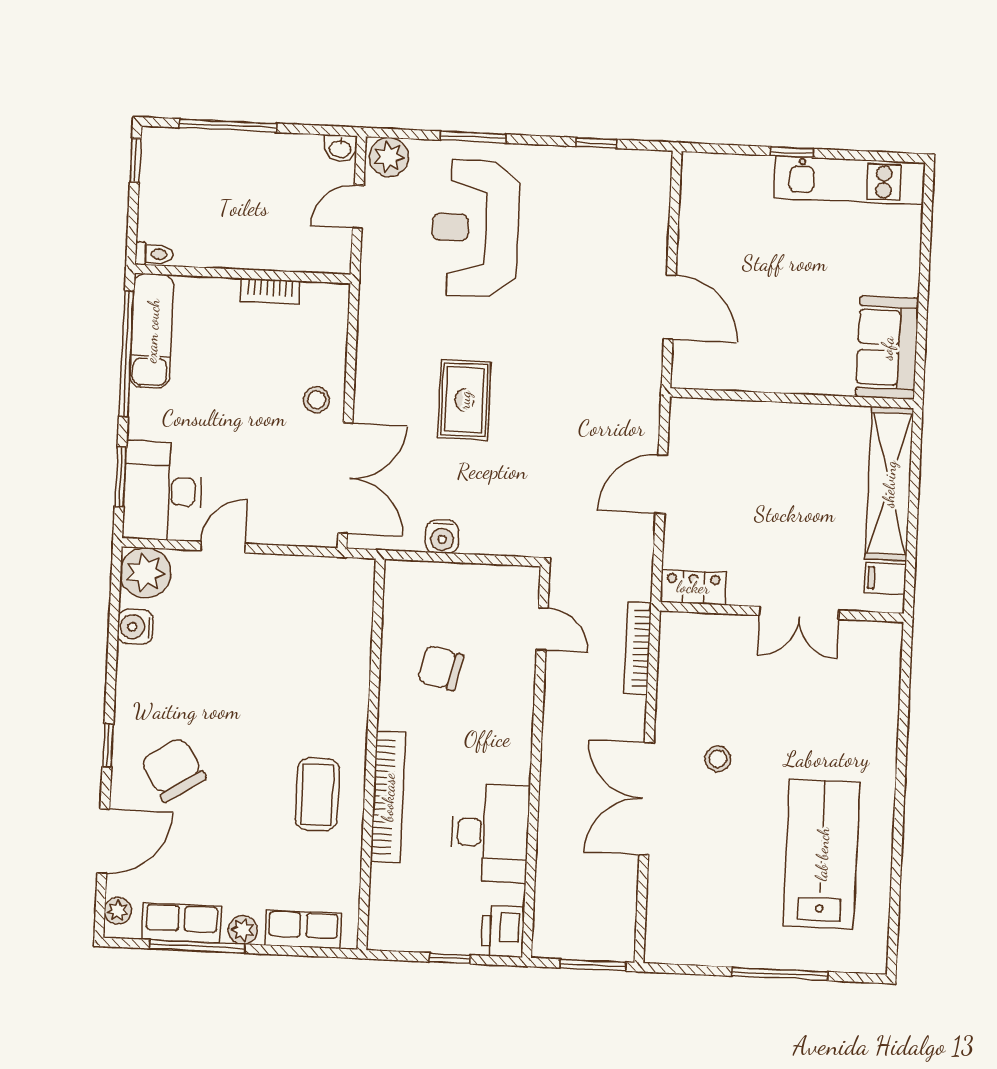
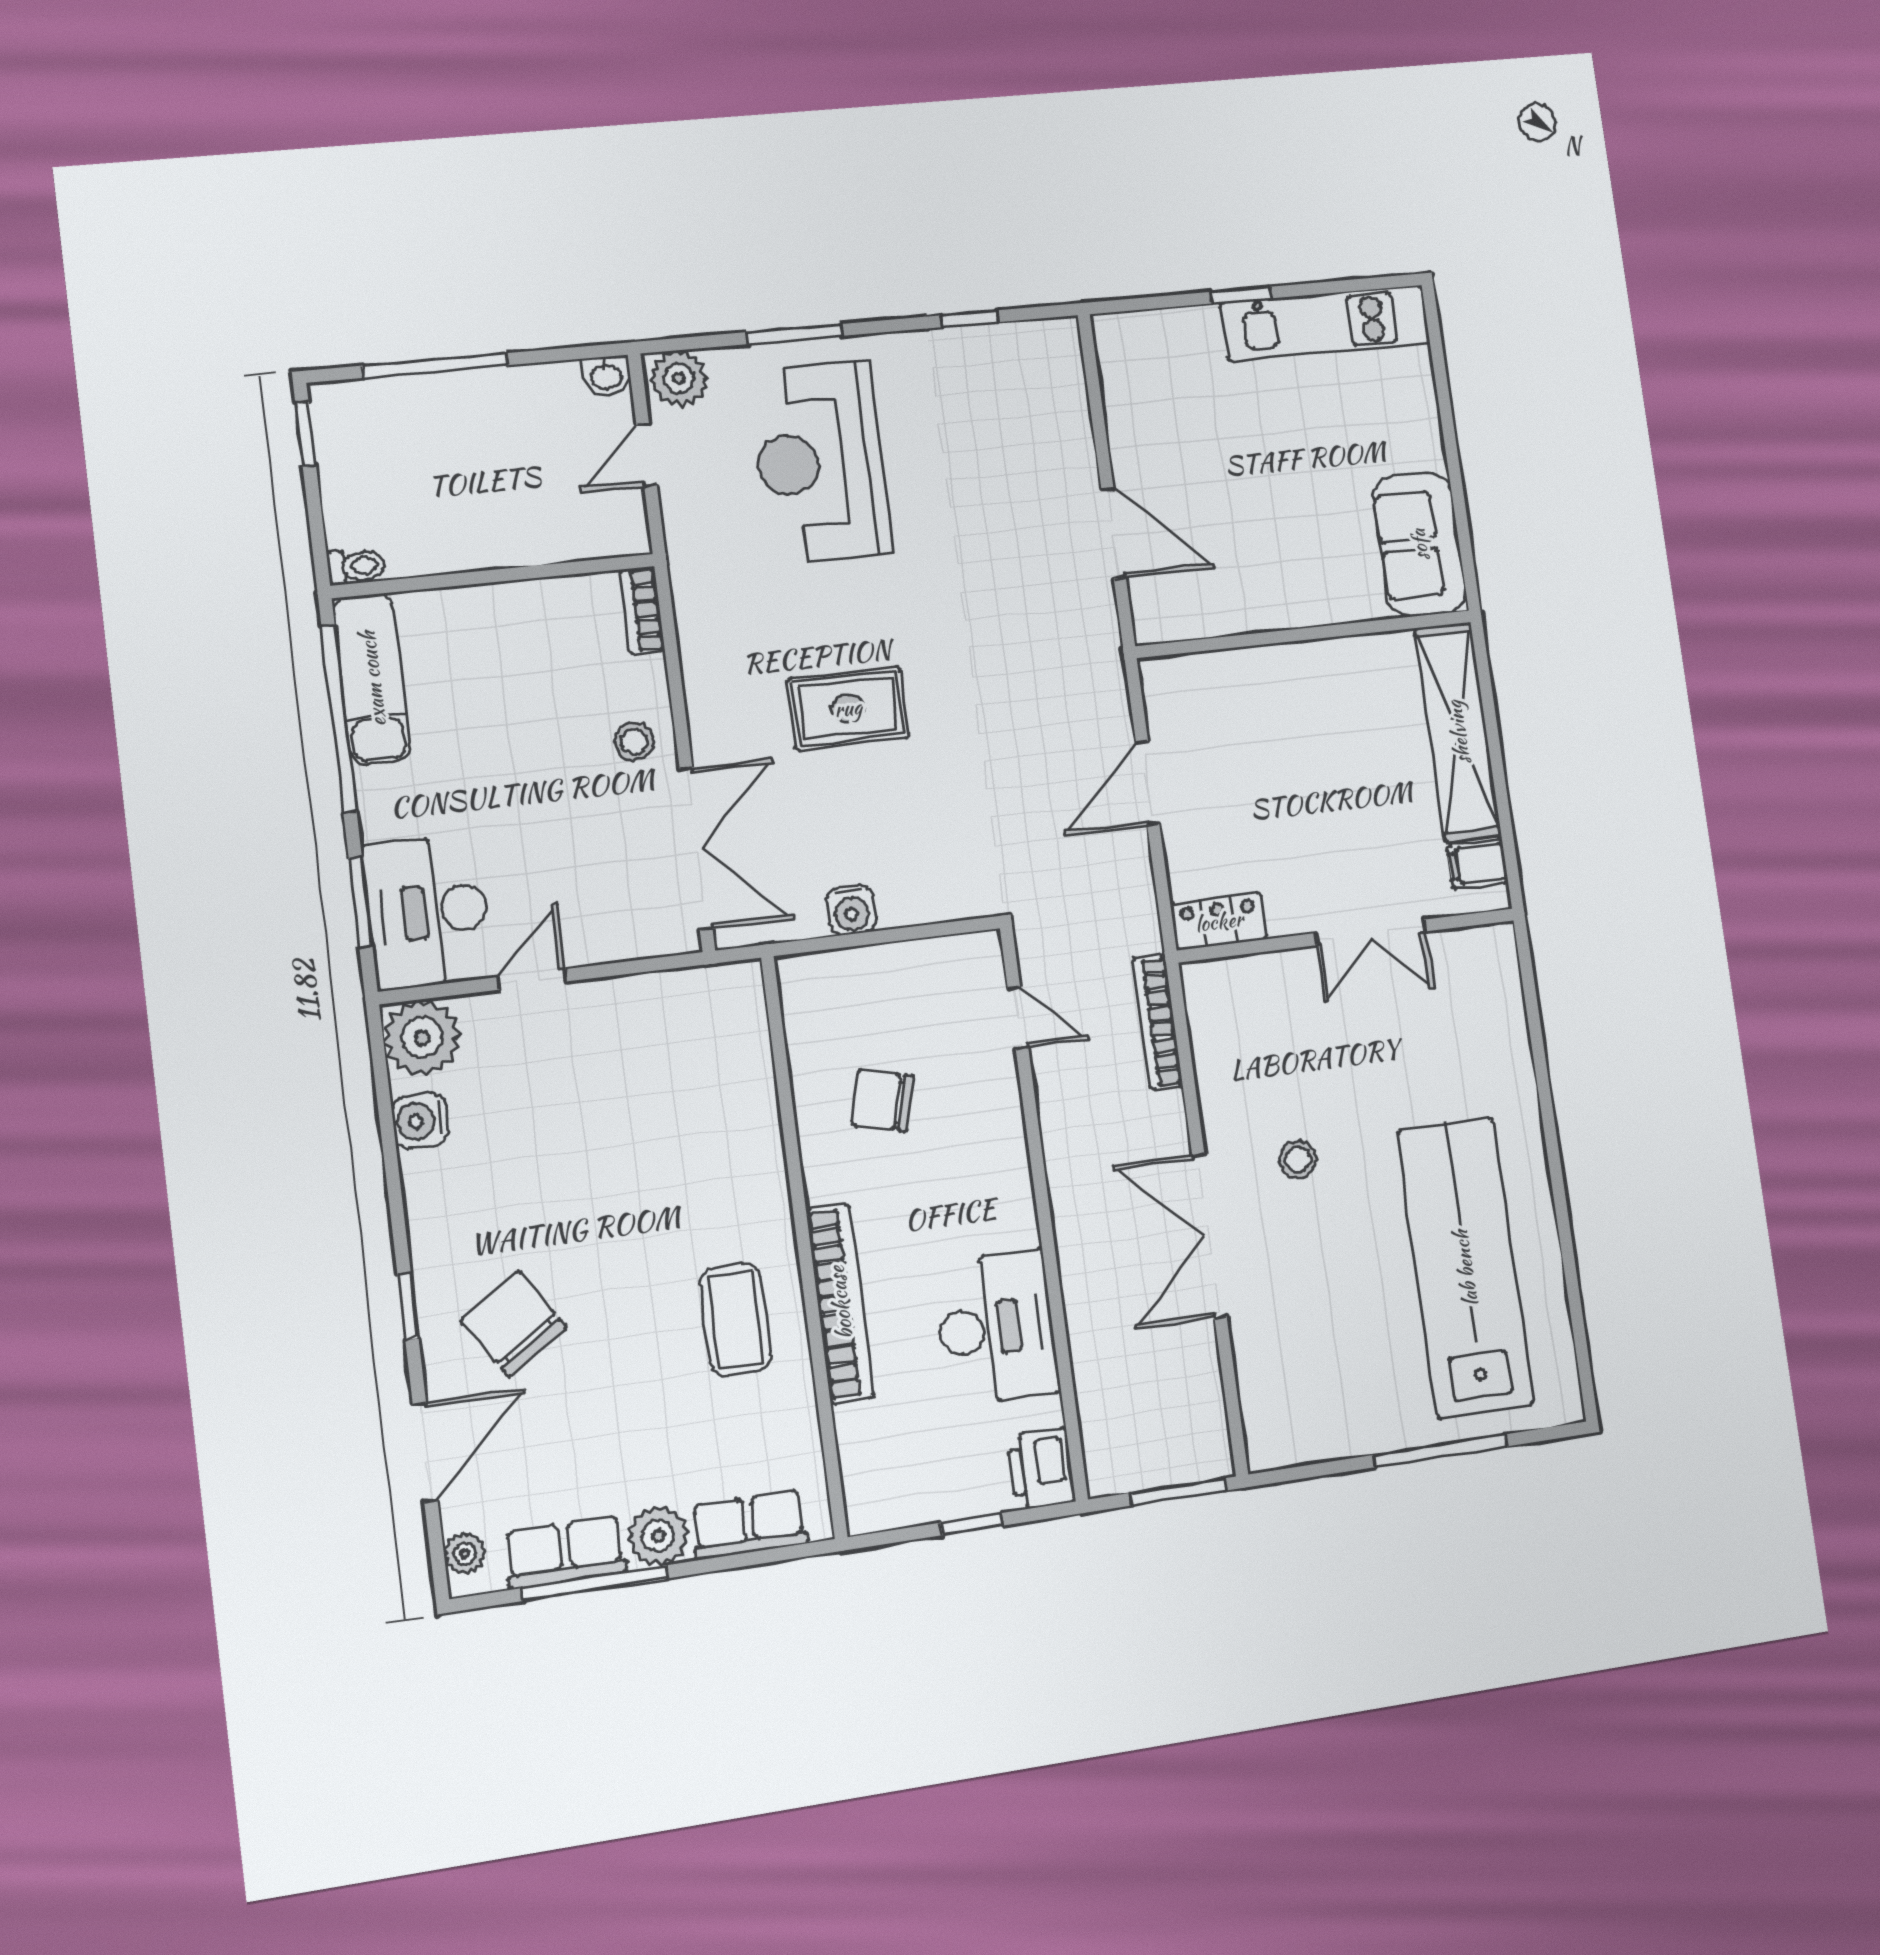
bookcase: (270, 291) -> (642, 610), moved, turned 90
rug: (464, 400) -> (848, 708), turned 90
lab bench: (822, 854) -> (1465, 1268), width x1.36
plant: (243, 930) -> (658, 1536), width x1.38, depth x1.38

